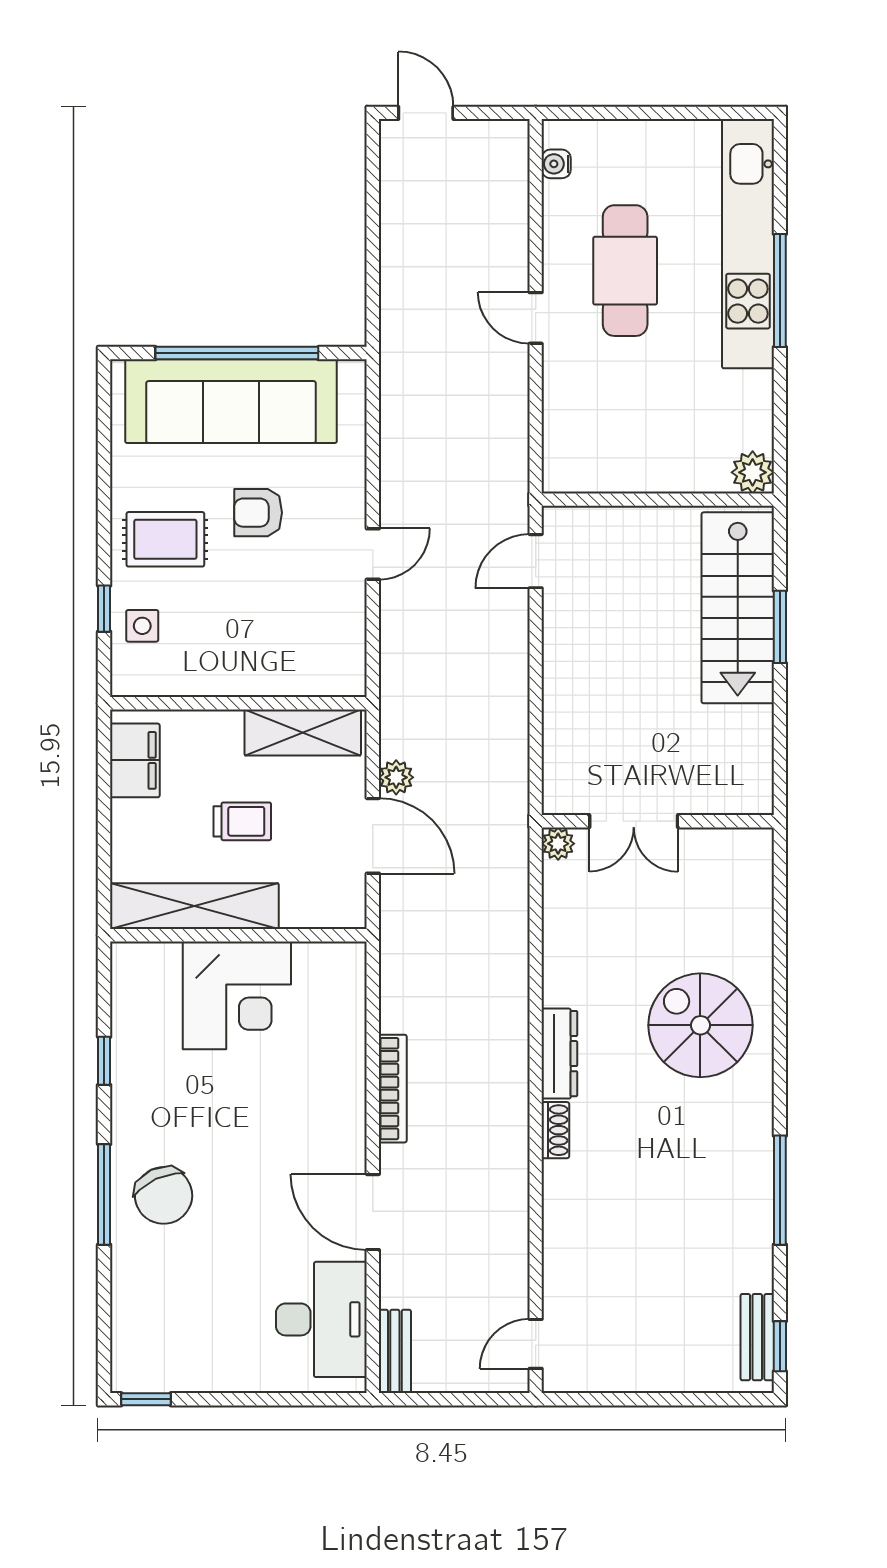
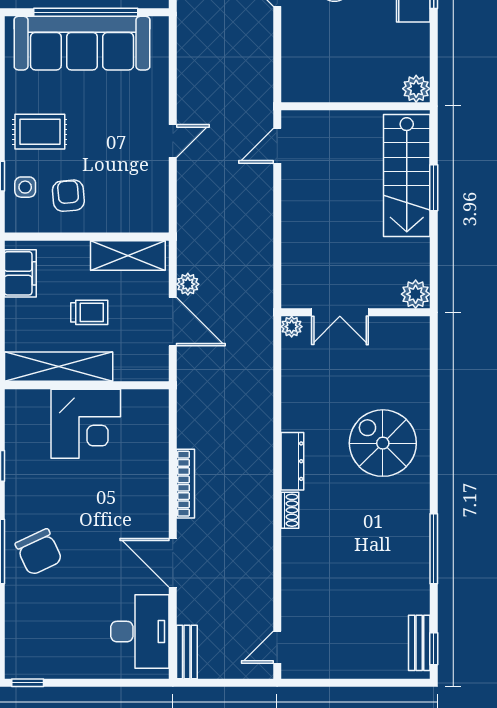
armchair: (258, 513) -> (68, 196), moved, turned 85
plant: (752, 793) -> (416, 294), added

